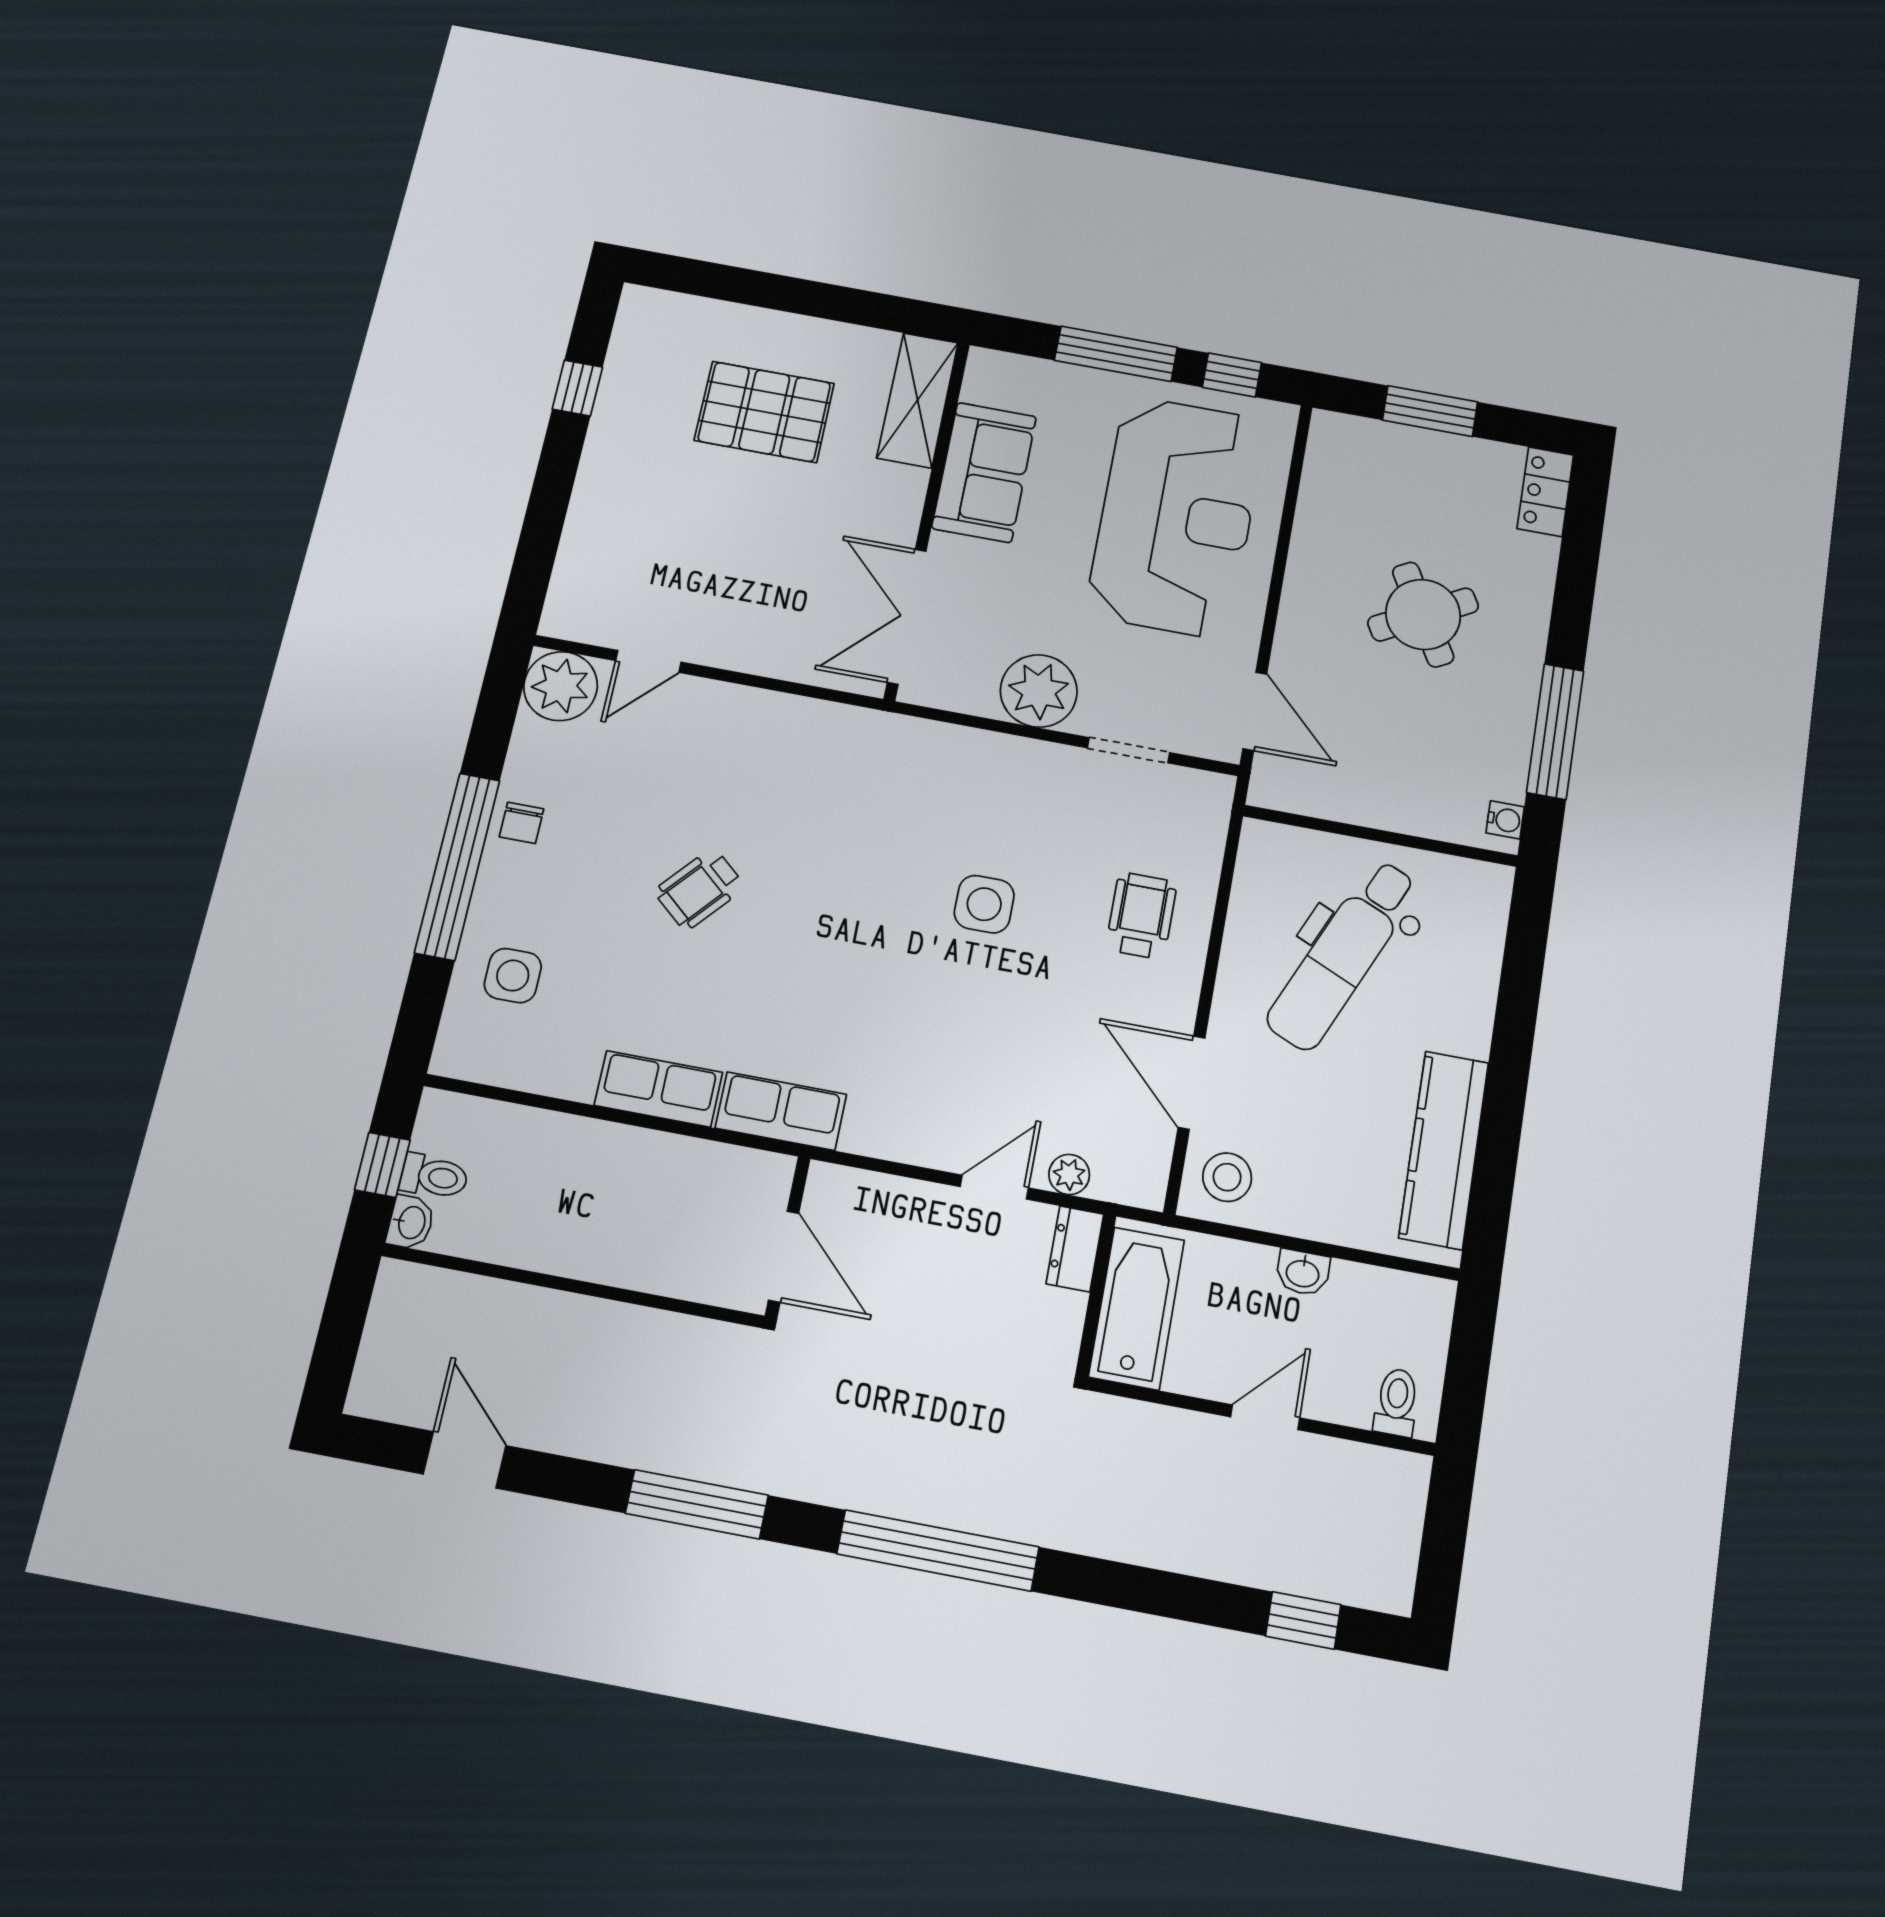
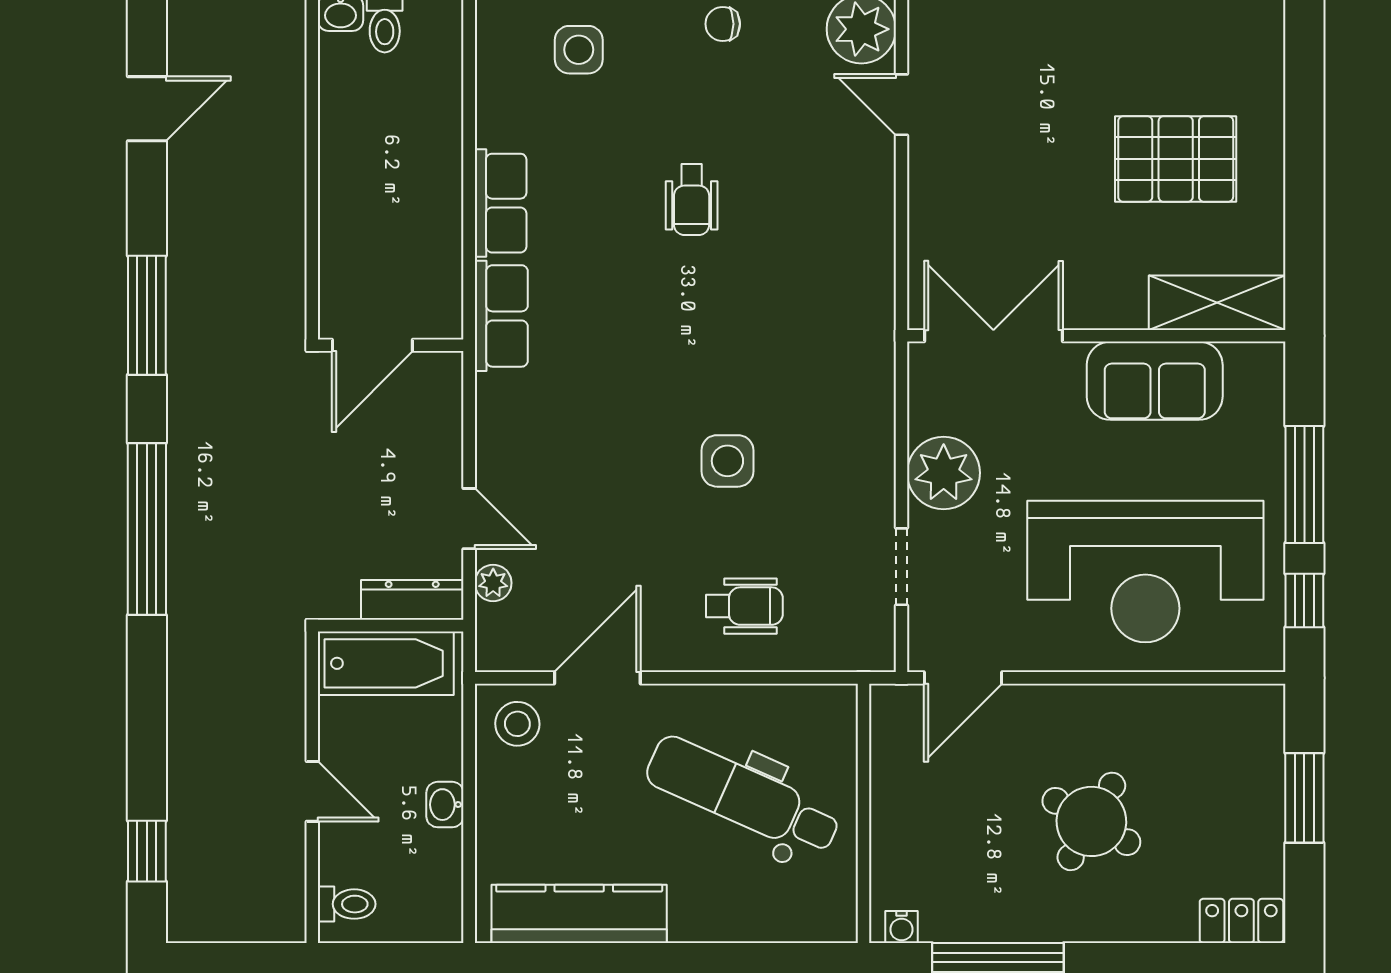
pallet: (764, 412) -> (1176, 159), turned 90
round table: (1423, 614) -> (1091, 821), turned -31
wheelchair: (700, 889) -> (692, 200), turned -131
dresser: (1075, 1249) -> (412, 600), width x1.44

